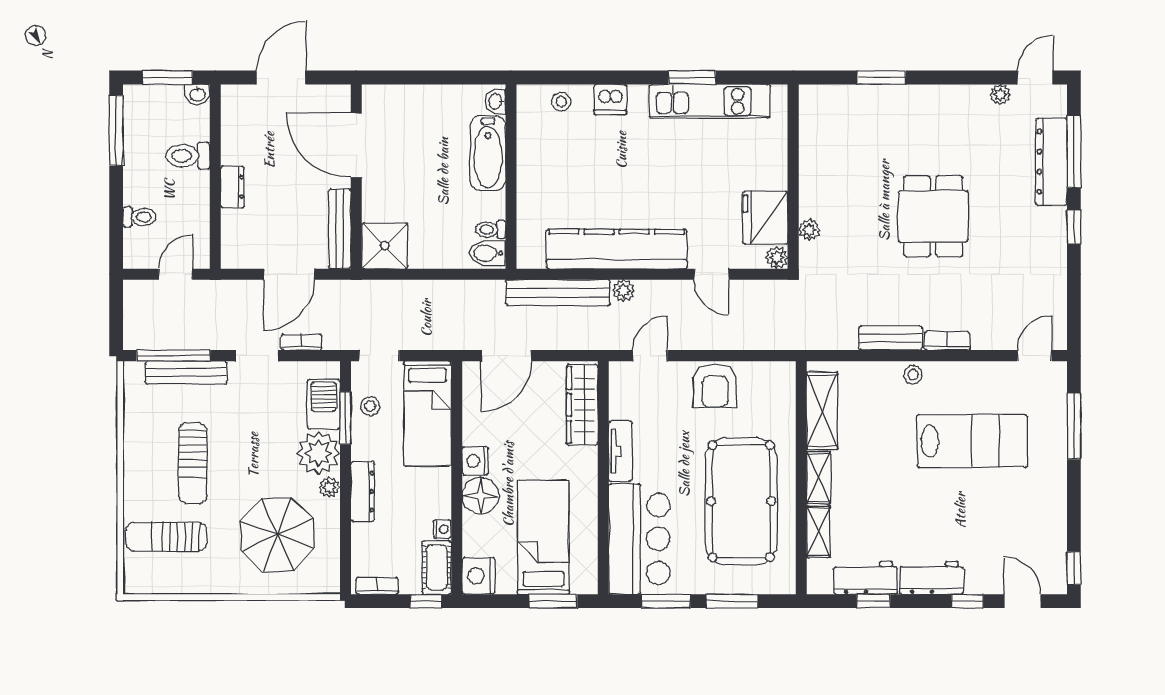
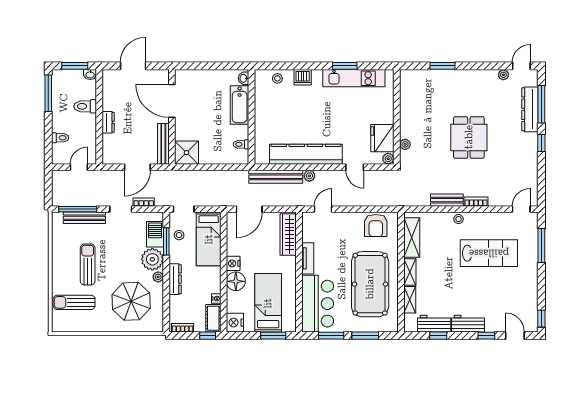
bidet: (488, 253) -> (240, 156), removed
armchair: (715, 386) -> (376, 226), moved
sun lounger: (193, 463) -> (88, 264), turned 180

